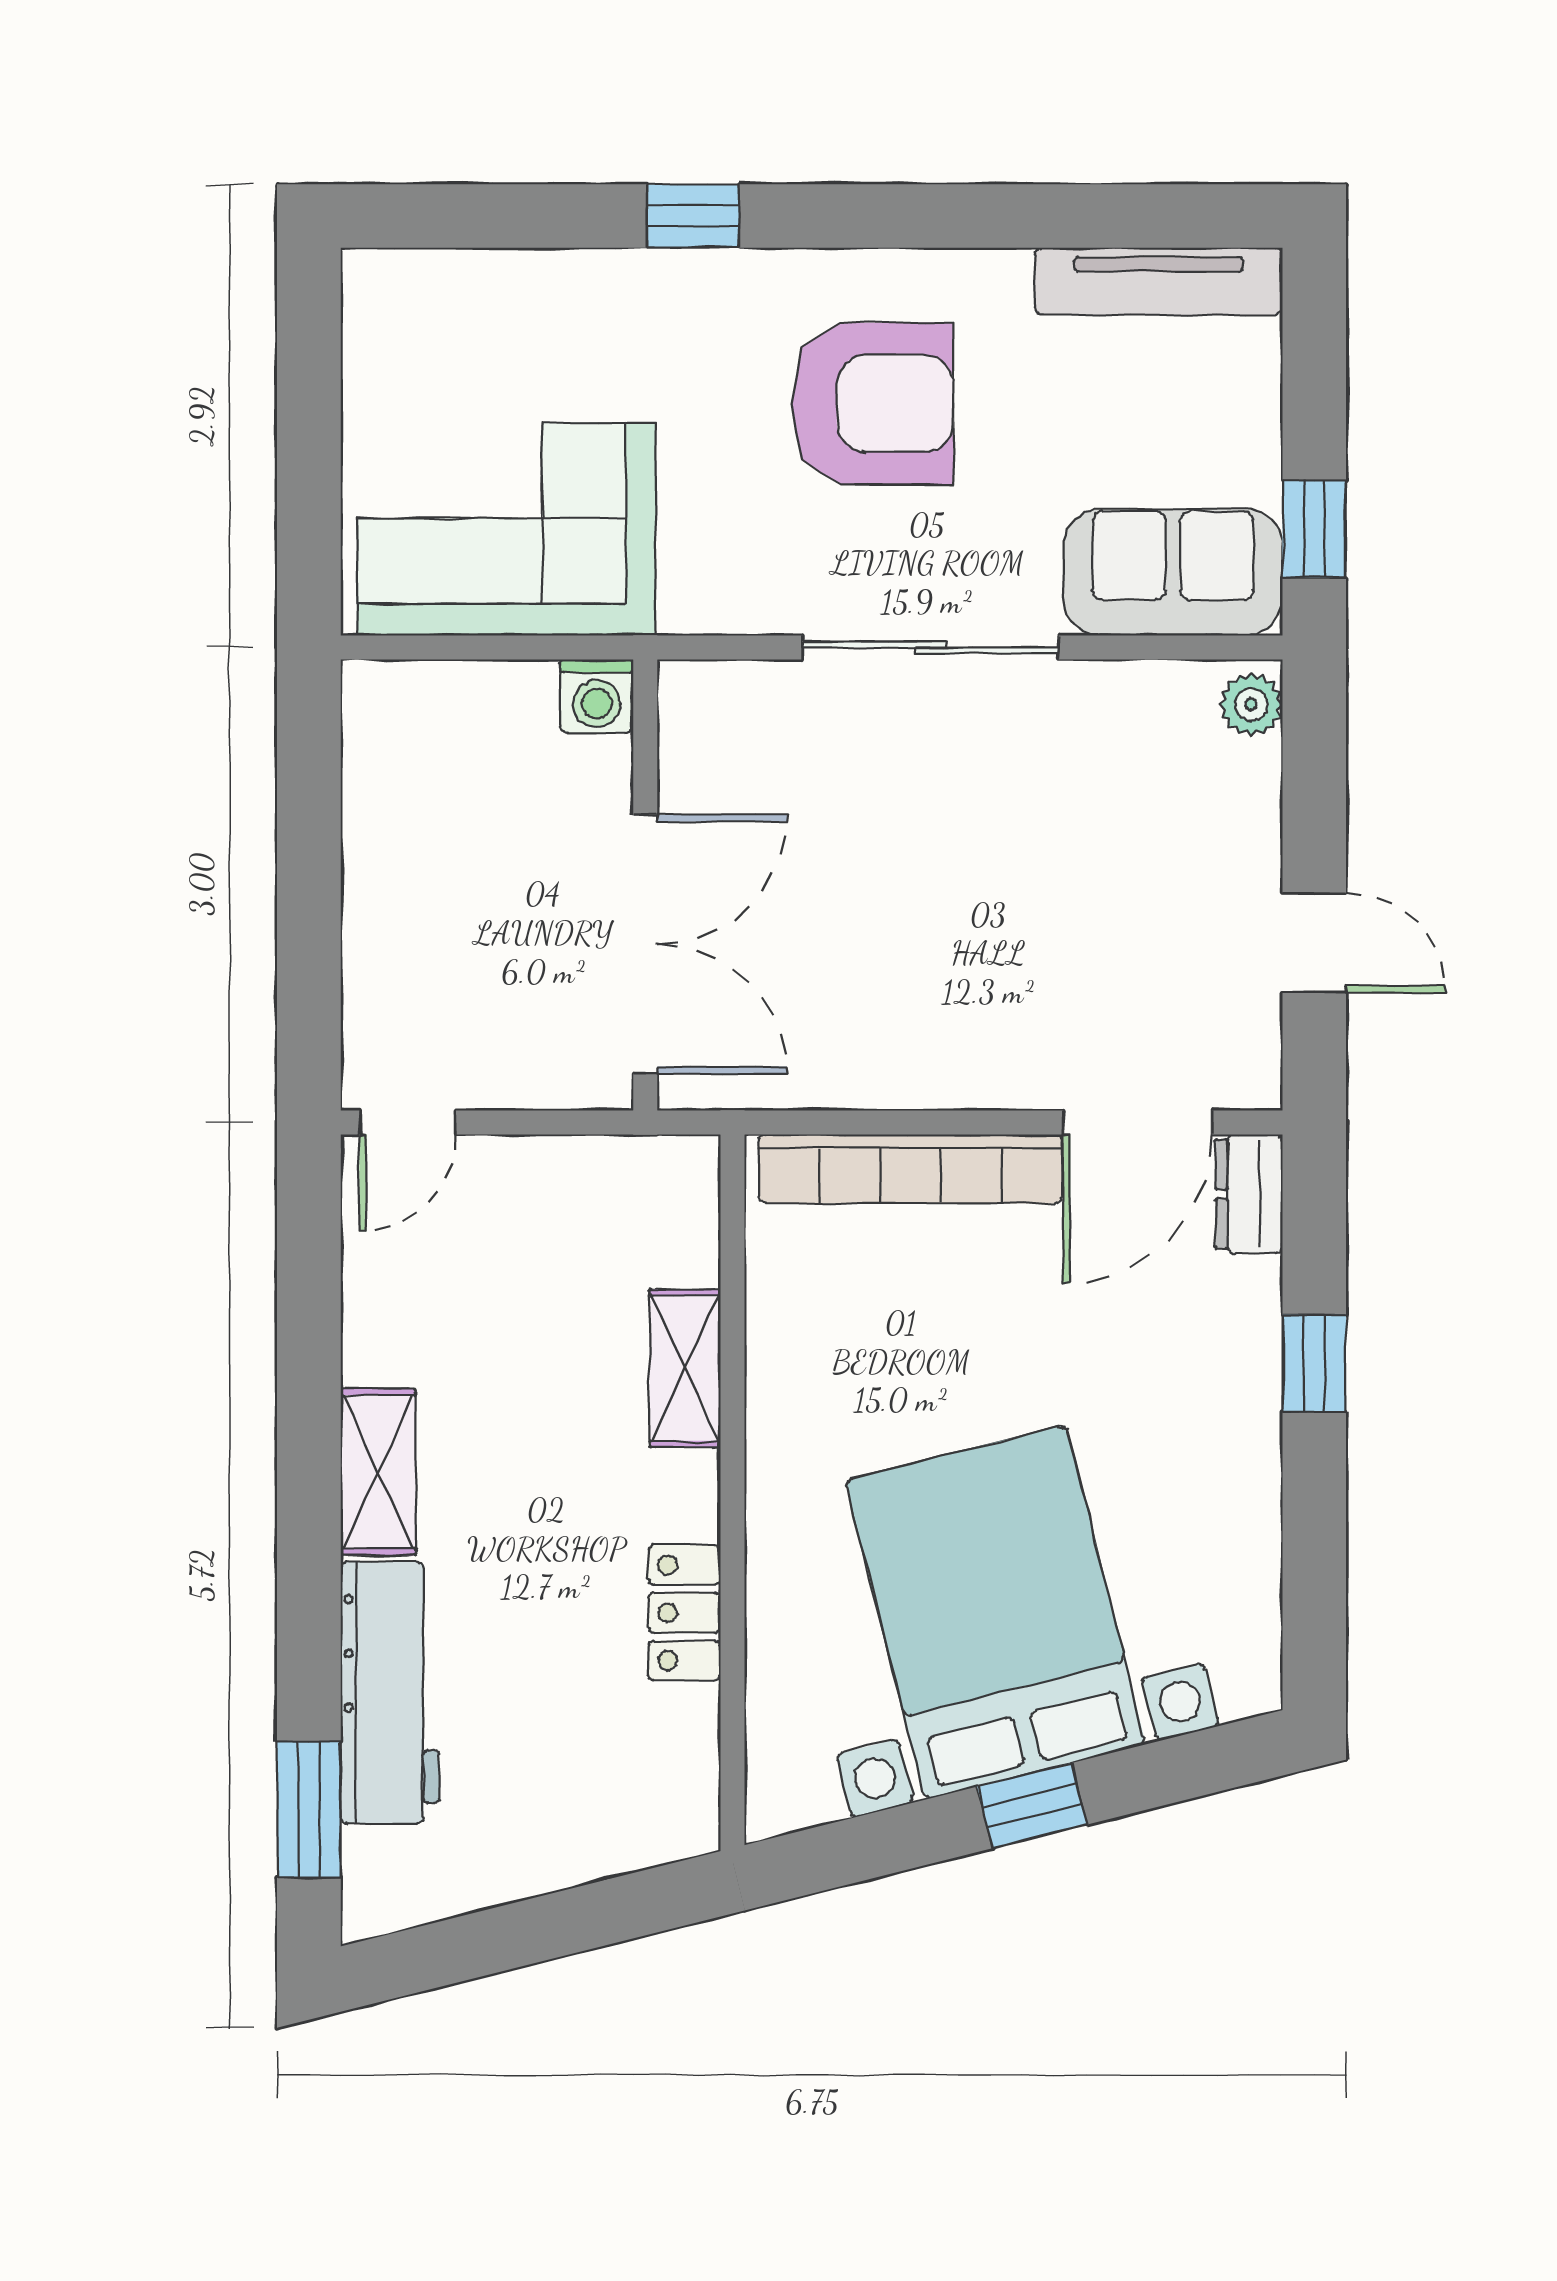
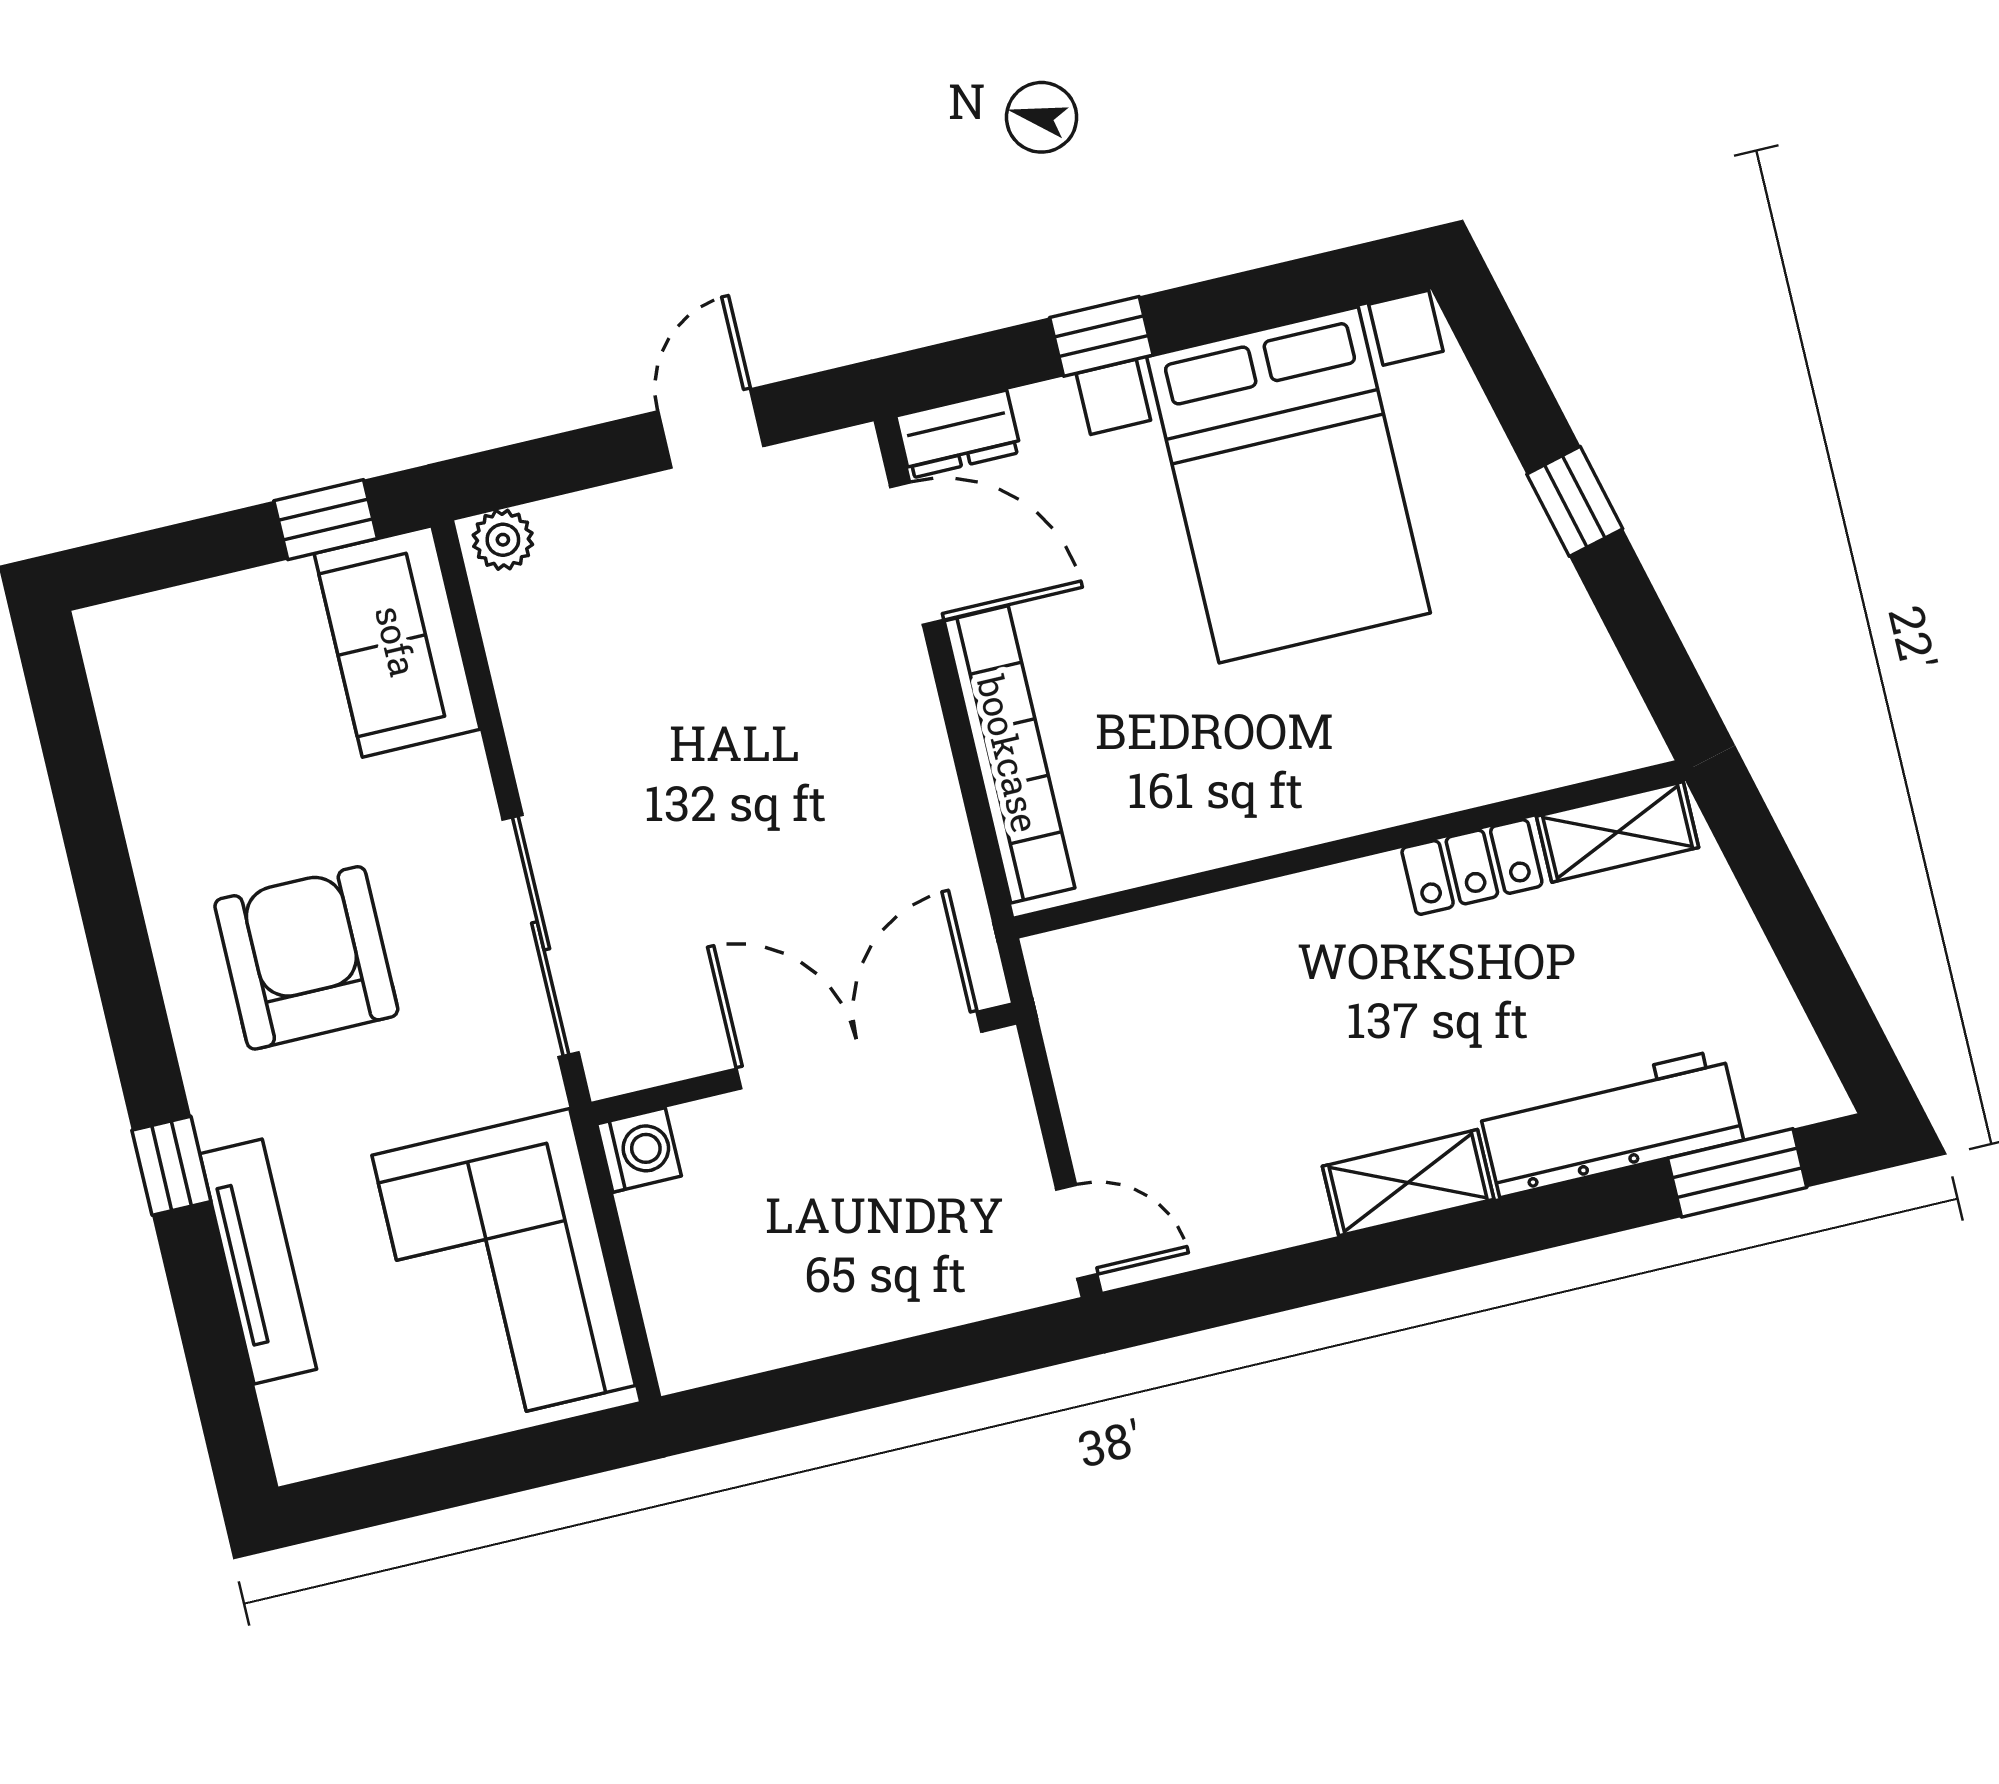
tv unit: (1159, 281) -> (258, 1262), moved
sliding door: (931, 647) -> (541, 936), moved
shelving: (685, 1368) -> (1618, 832), moved
bed with nightstands: (996, 1612) -> (1289, 485), moved, turned -76

